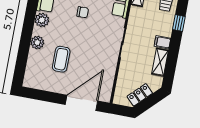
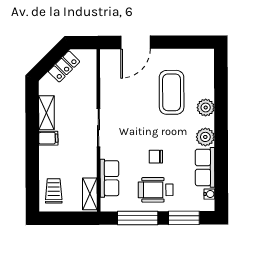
window: (179, 23) -> (32, 166), removed
coffee table: (61, 59) -> (172, 92), width x1.36, depth x1.32
door: (81, 103) -> (135, 42), width x0.73

